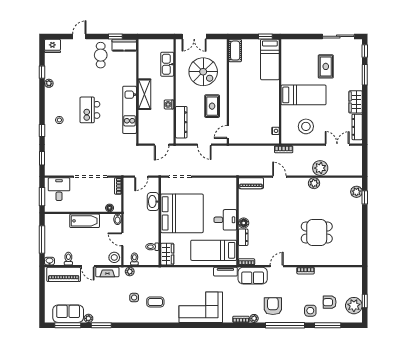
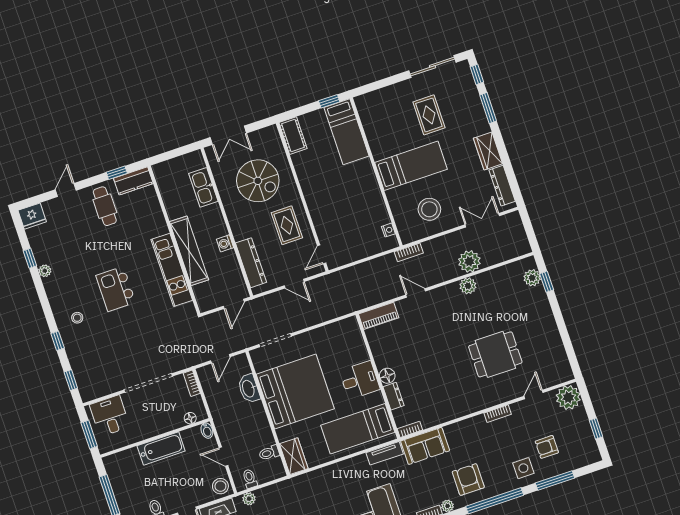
shelving: (145, 94) -> (189, 251), width x1.47
door: (277, 266) -> (534, 394), moved
plant: (354, 306) -> (568, 397), moved

